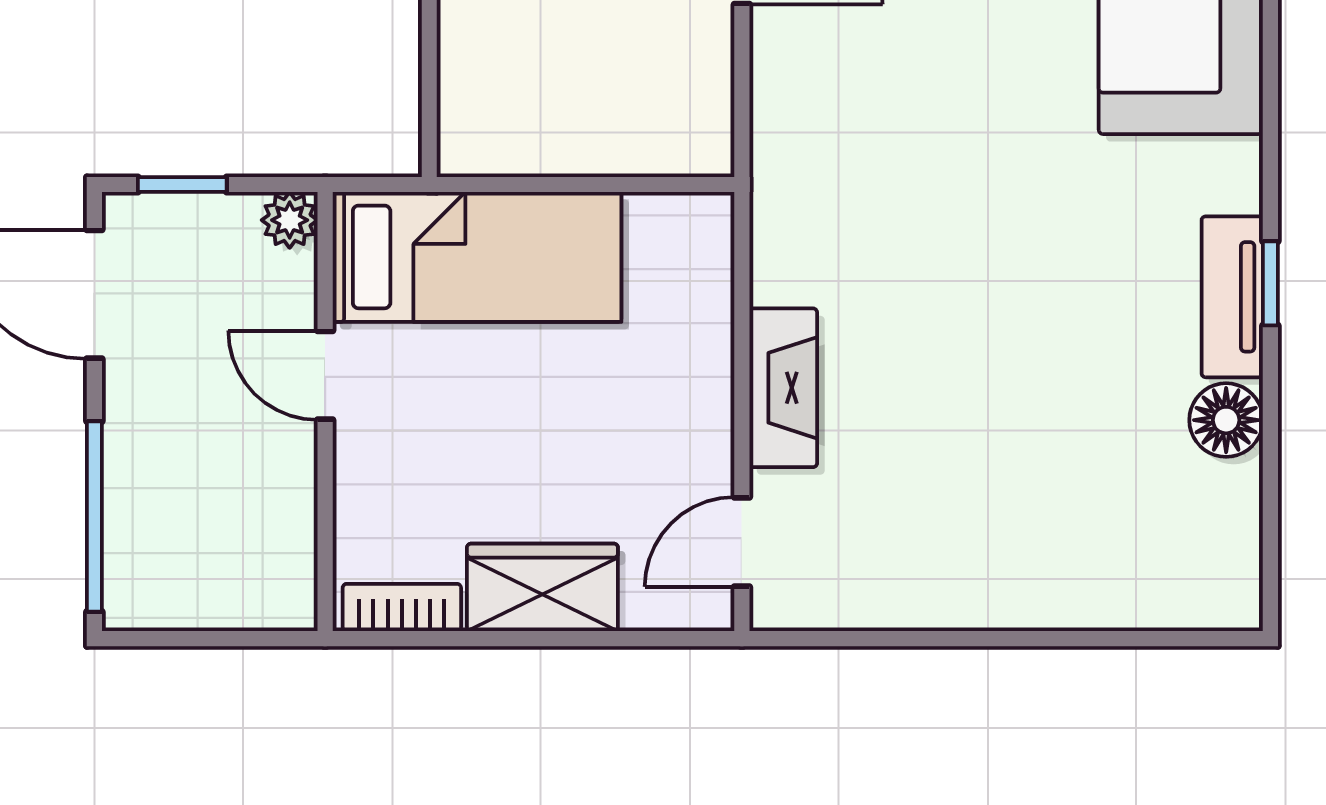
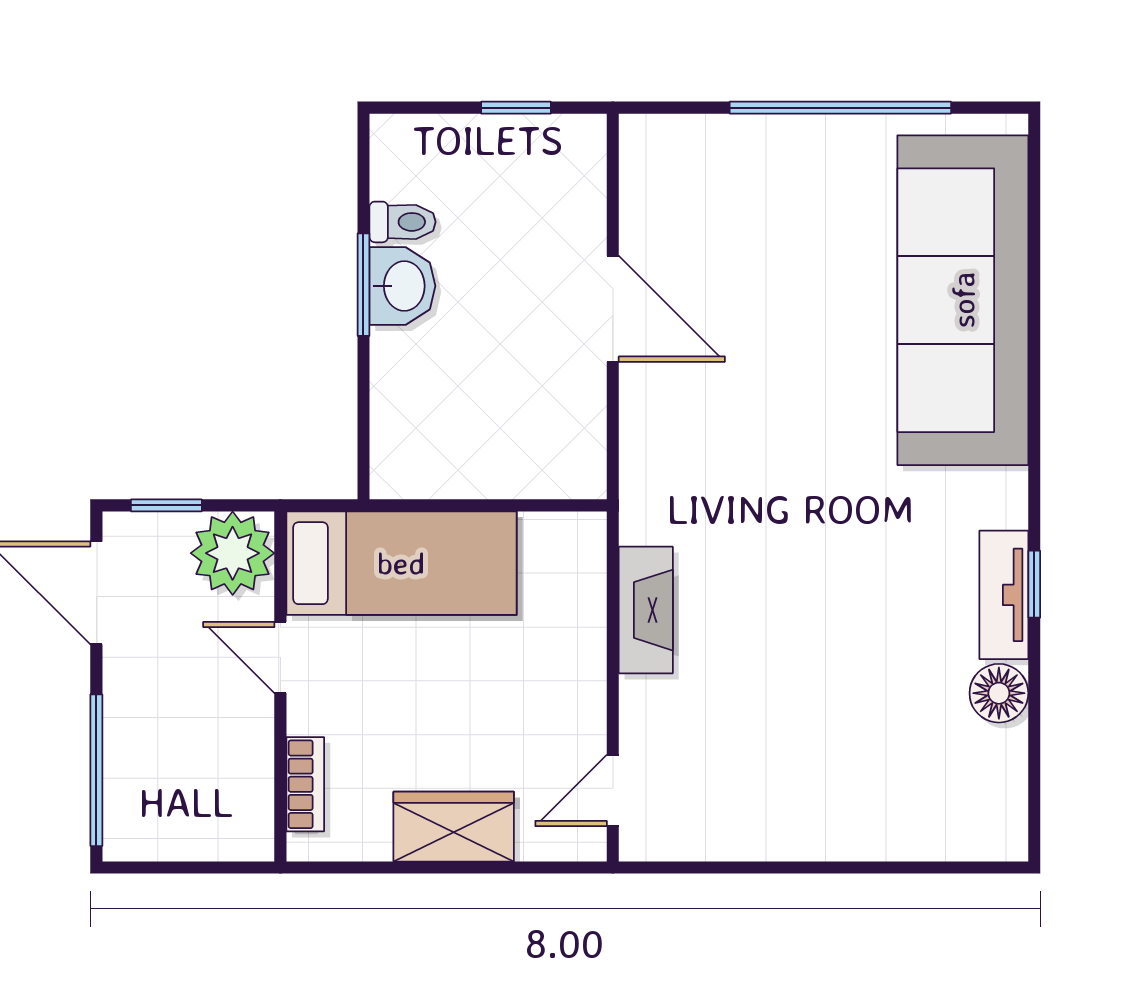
plant: (290, 220) -> (233, 553), width x1.88, depth x1.88
fireplace: (783, 388) -> (646, 610), moved
bookcase: (402, 607) -> (305, 784), moved, turned 90

